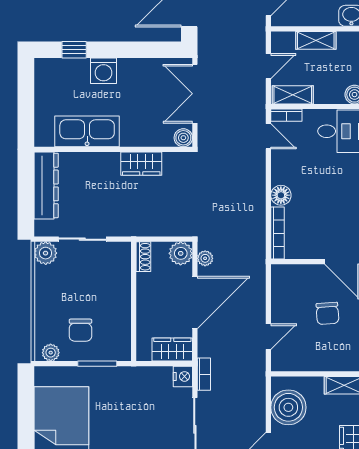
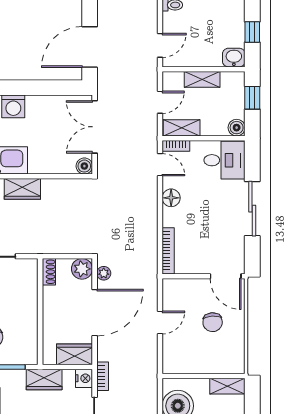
wardrobe: (141, 164) -> (22, 189), moved
floor lamp: (281, 195) -> (171, 198), moved
door: (268, 337) -> (160, 323), moved
wardrobe: (138, 378) -> (44, 379), added

